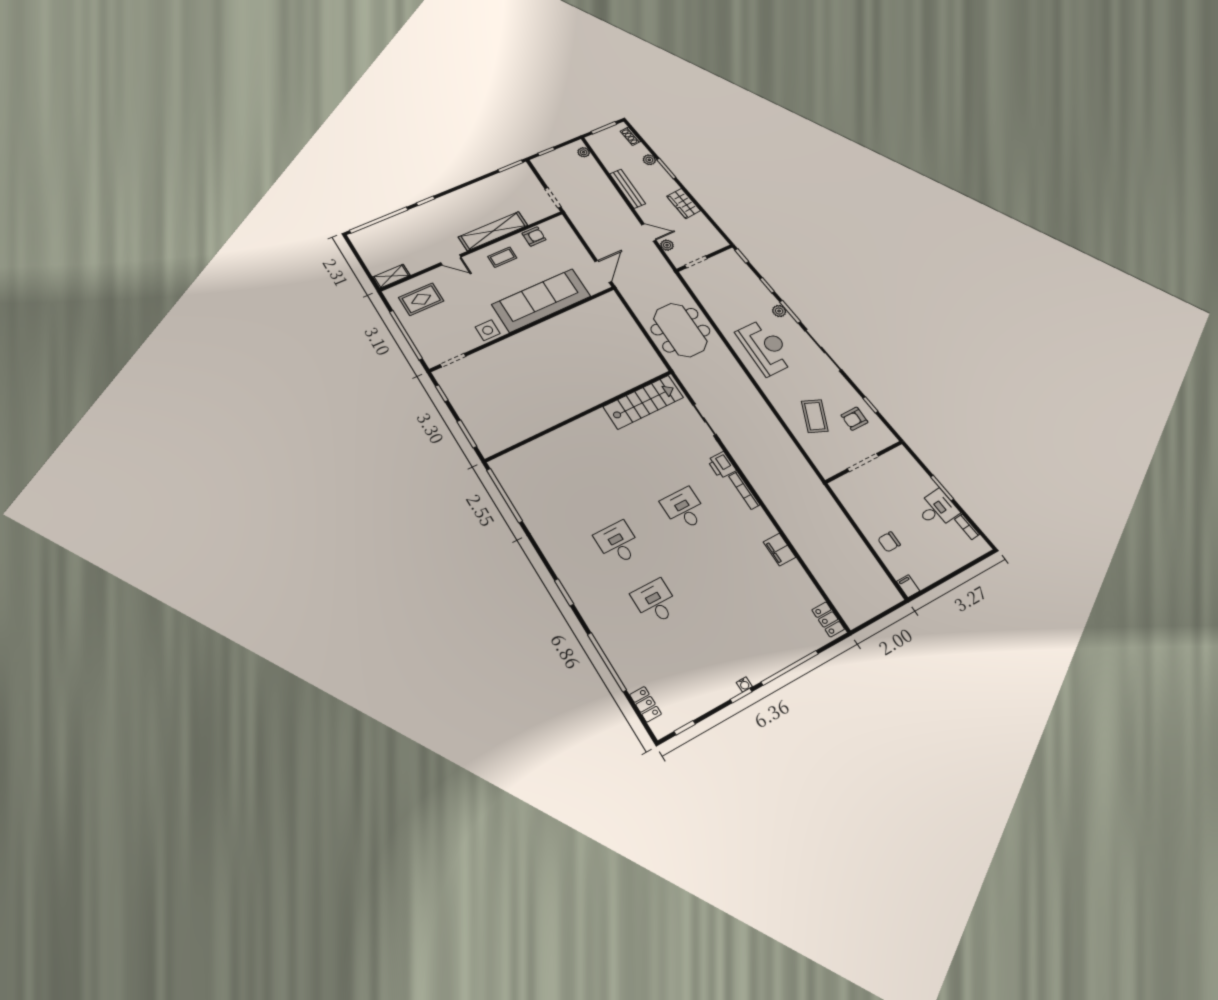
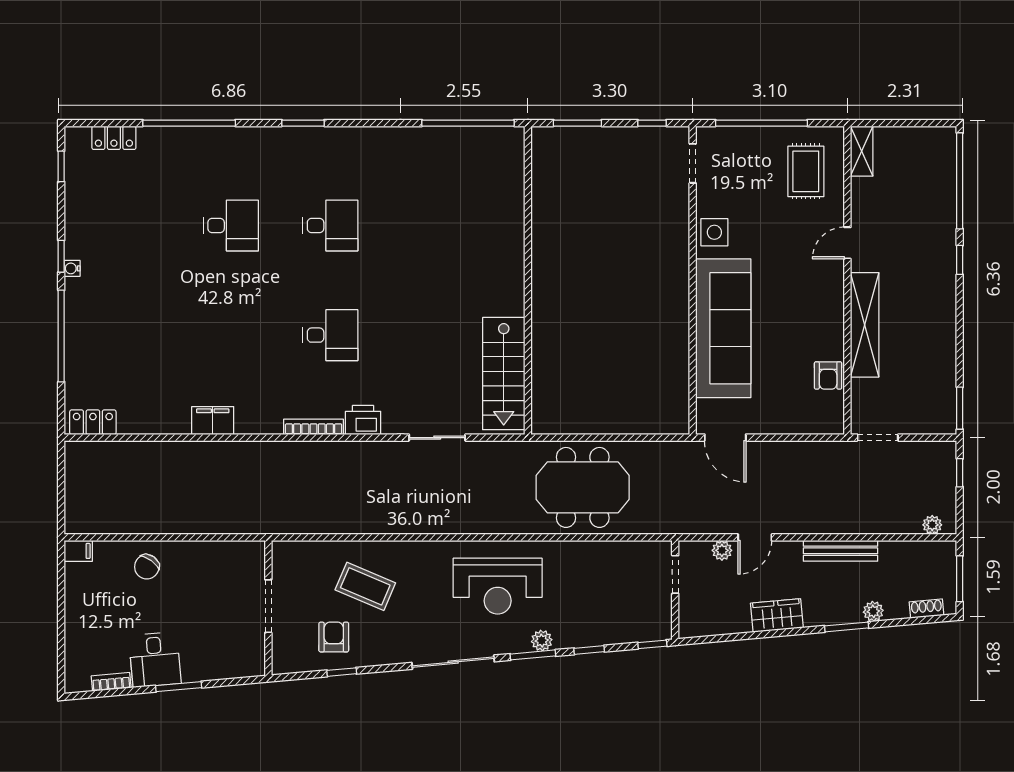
coffee table: (502, 257) -> (817, 314), removed
chair: (889, 542) -> (147, 567), turned -144

